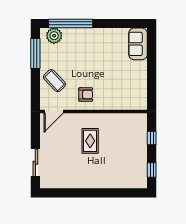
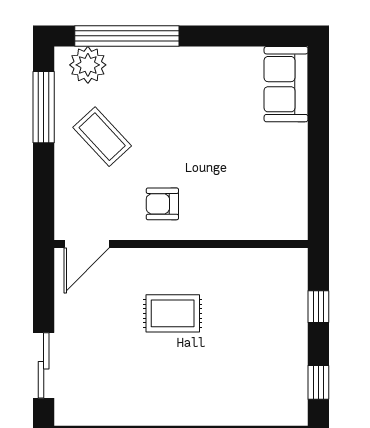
coffee table: (54, 81) -> (102, 137), moved
armchair: (86, 94) -> (162, 204), turned 180
rug: (90, 141) -> (173, 313), turned 90

